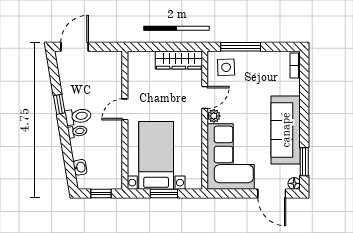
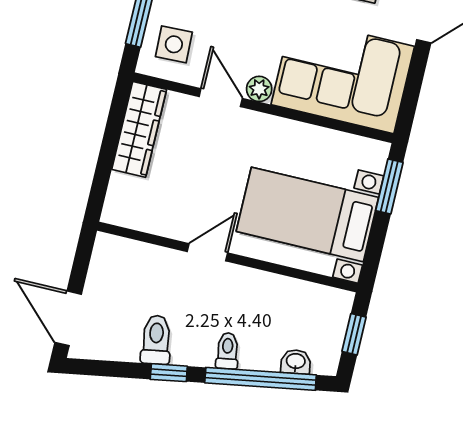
door: (125, 109) -> (207, 252), swing flipped
toilet: (78, 116) -> (156, 340), moved
window: (67, 152) -> (261, 379), added
window: (164, 194) -> (389, 186), moved

